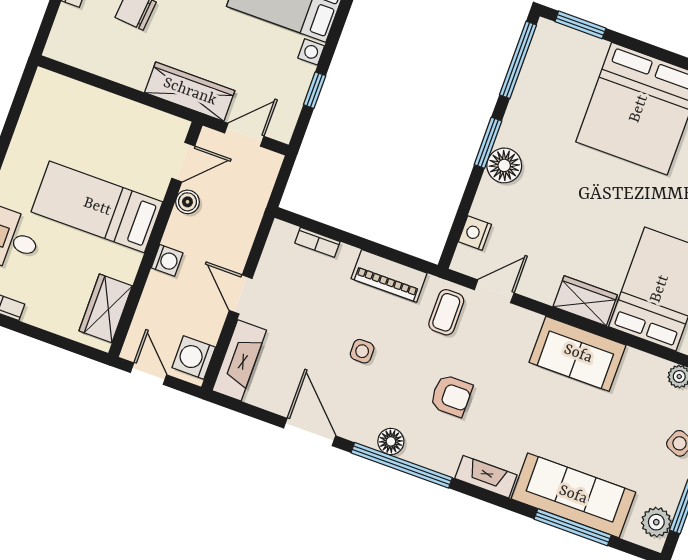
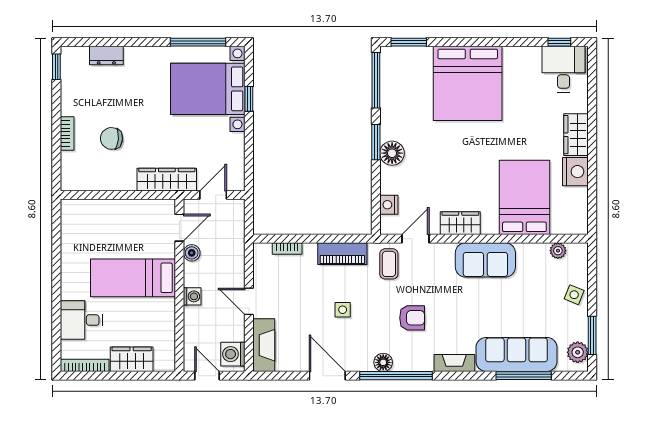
window: (315, 90) -> (249, 99), moved
wardrobe: (585, 301) -> (460, 223), moved
wardrobe: (106, 308) -> (132, 359), moved, turned 90

